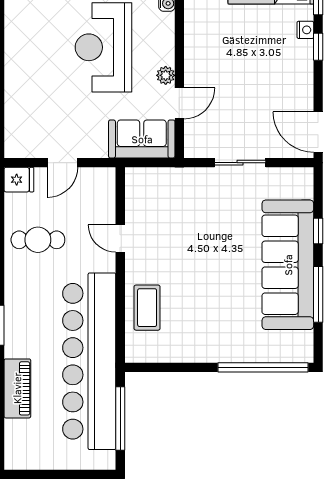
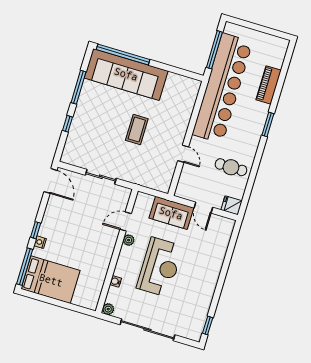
sofa: (142, 139) -> (171, 213), moved
door: (63, 163) -> (203, 208), swing flipped
sofa: (288, 265) -> (126, 74), moved, turned 90
coffee table: (147, 308) -> (137, 130), moved

